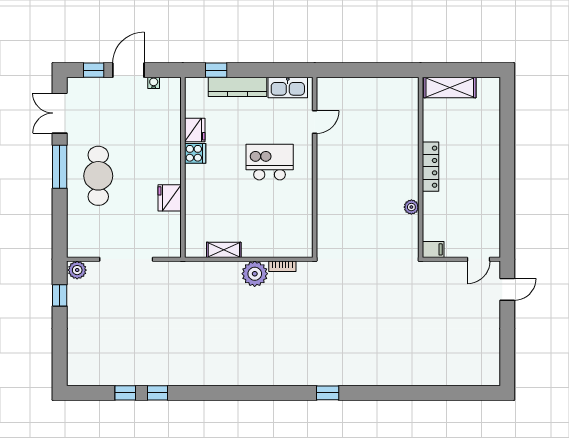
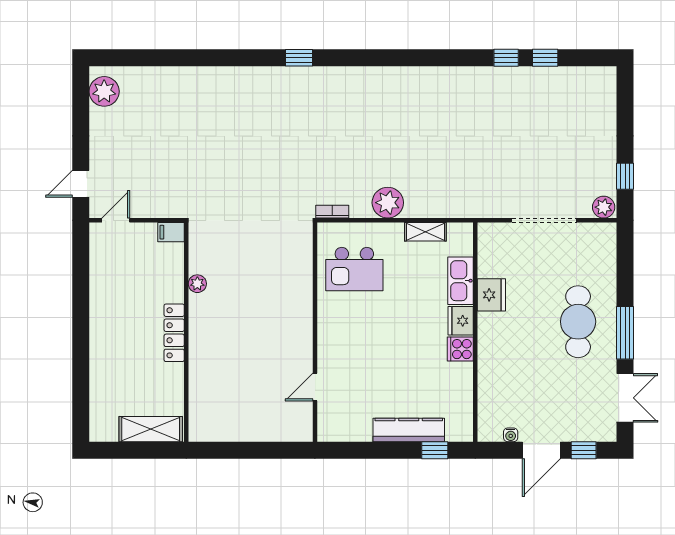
kitchen sink: (288, 87) -> (461, 281), moved, turned -90
fridge: (195, 130) -> (461, 321), moved
kitchen island: (270, 162) -> (354, 269), moved
bookcase: (282, 266) -> (332, 212), moved
plant: (488, 365) -> (104, 91), added

